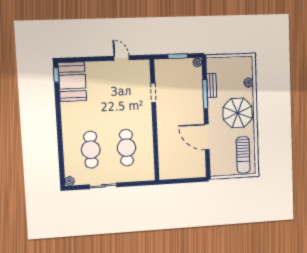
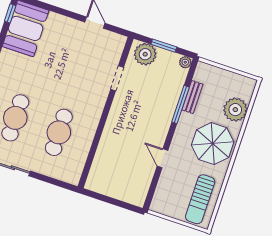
plant: (167, 67) -> (145, 54), added
plant: (249, 83) -> (235, 110), width x1.87, depth x1.87
door: (207, 137) -> (163, 158), width x0.53

